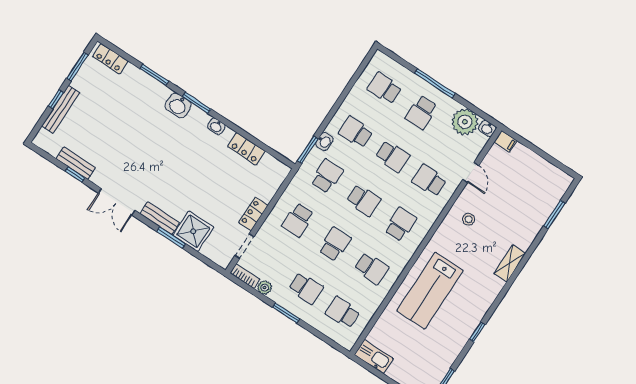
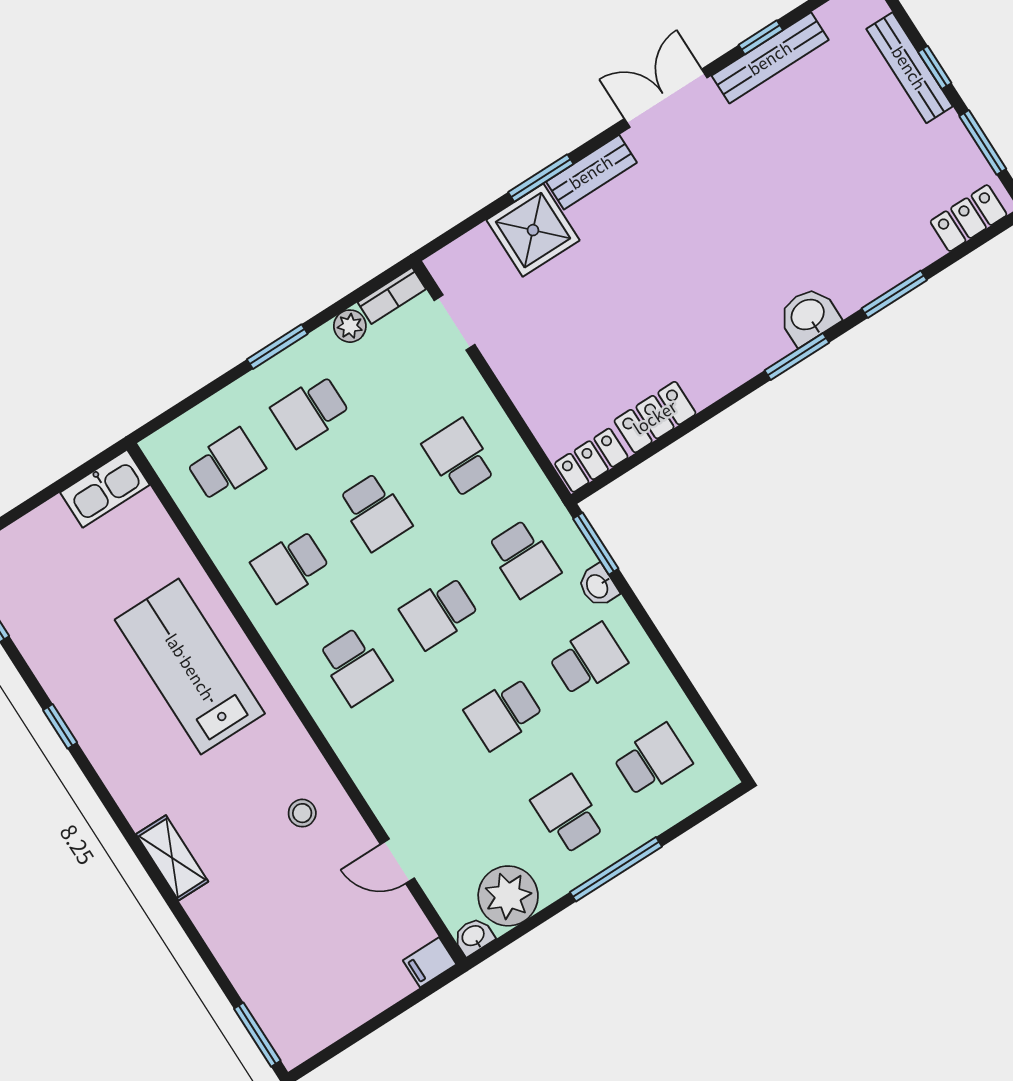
washbasin: (216, 126) -> (730, 375), removed
bench: (76, 163) -> (770, 58), width x1.36
school desk: (429, 180) -> (419, 767), removed
locker: (253, 214) -> (591, 460), moved, turned -90
window: (554, 215) -> (257, 1035), moved

